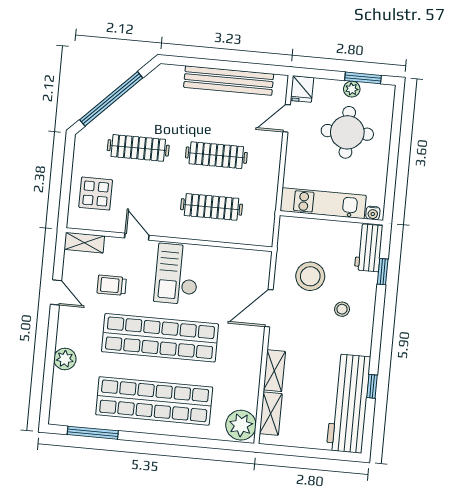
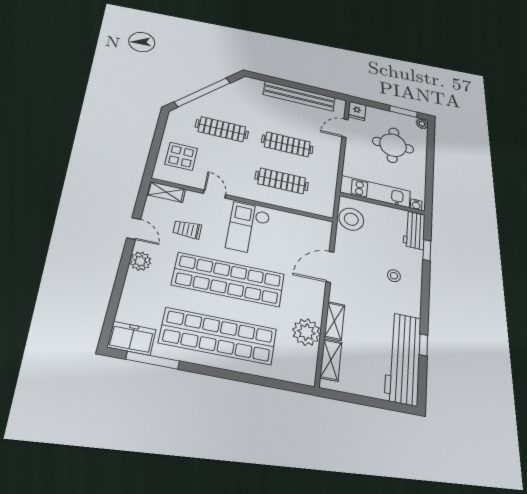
plant: (352, 89) -> (422, 124), moved
stool: (310, 276) -> (351, 219), moved
plant: (65, 359) -> (140, 261), moved
freezer: (70, 413) -> (132, 338), added
plant: (241, 425) -> (306, 332), moved

